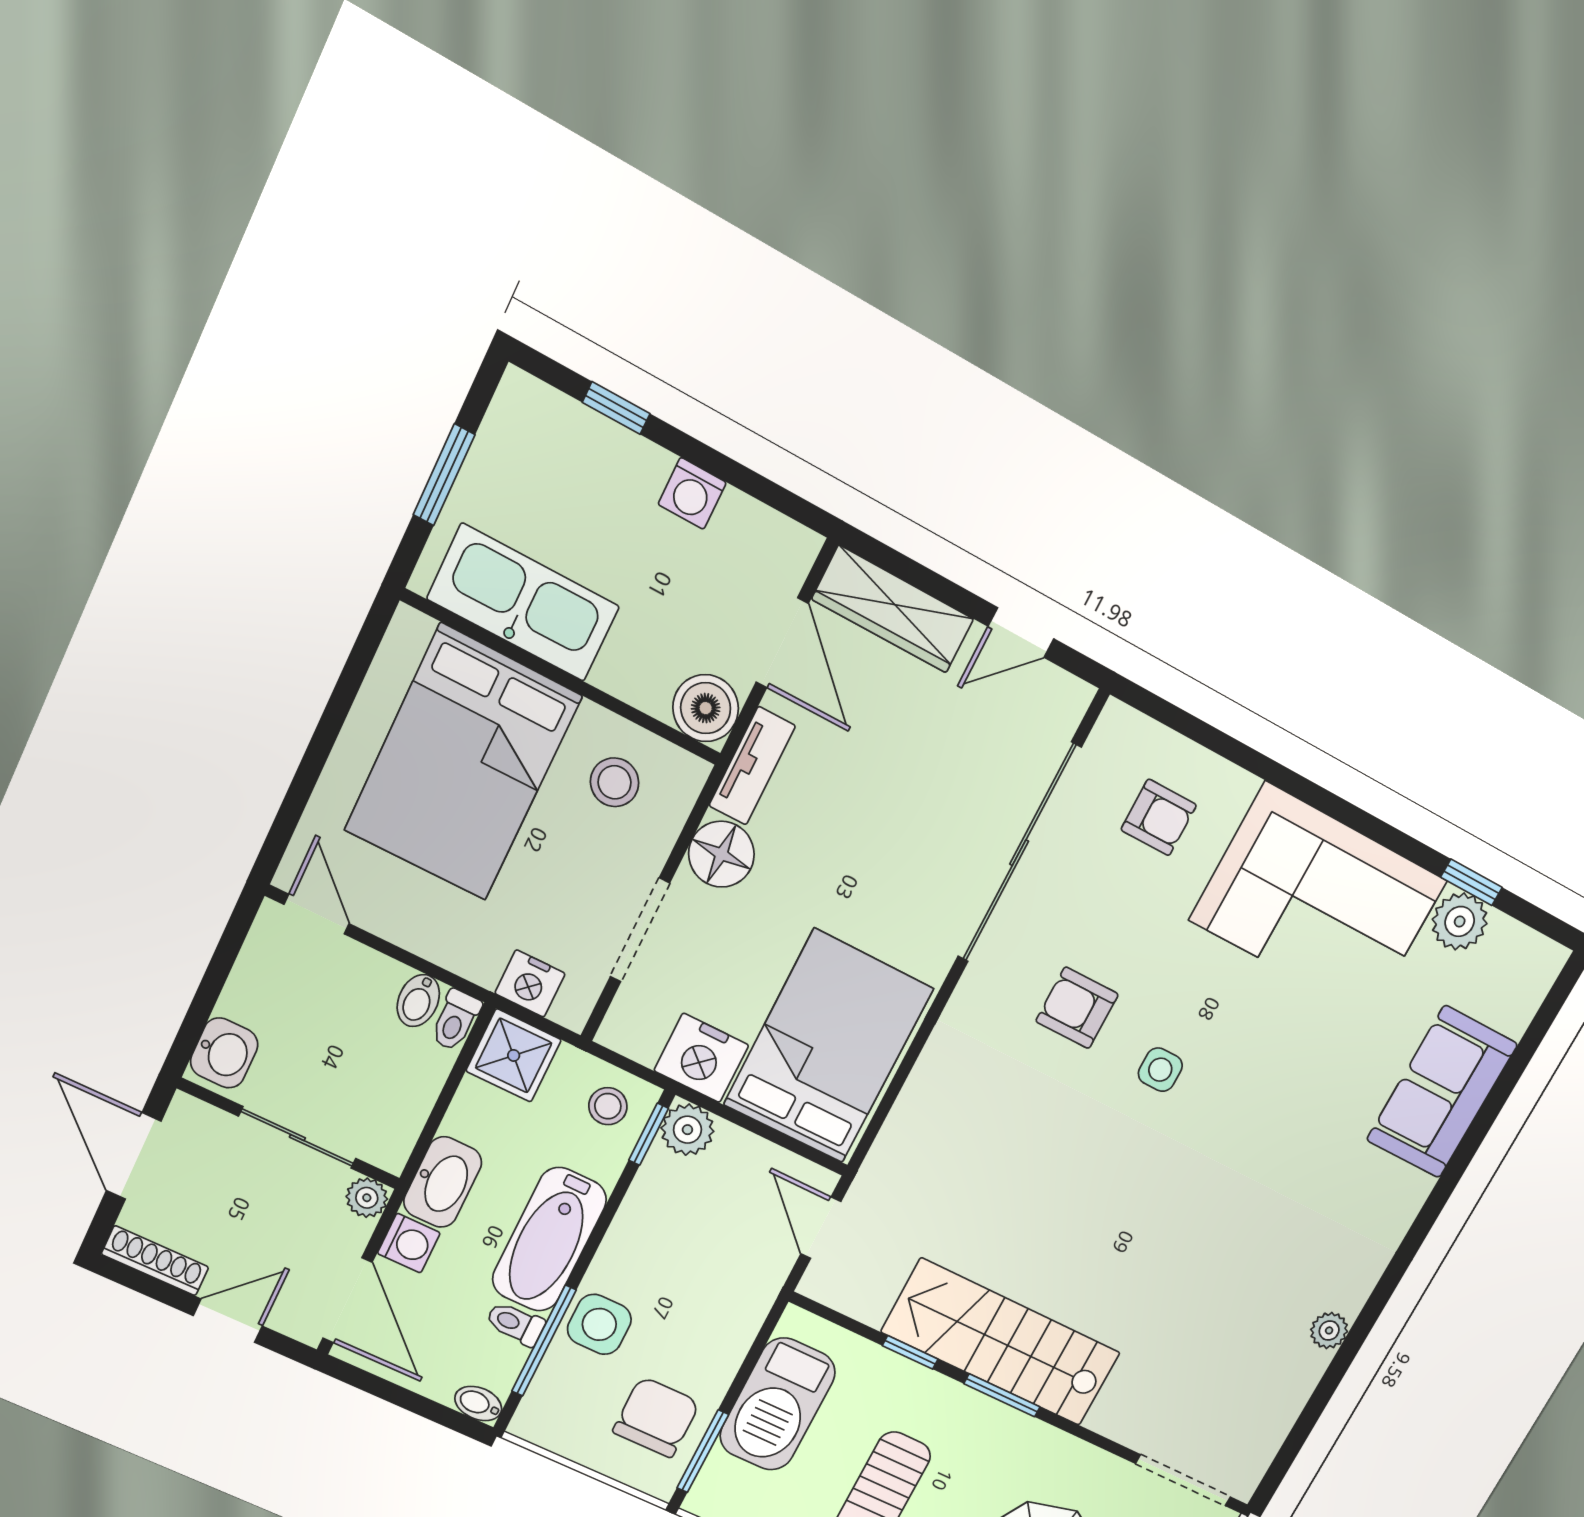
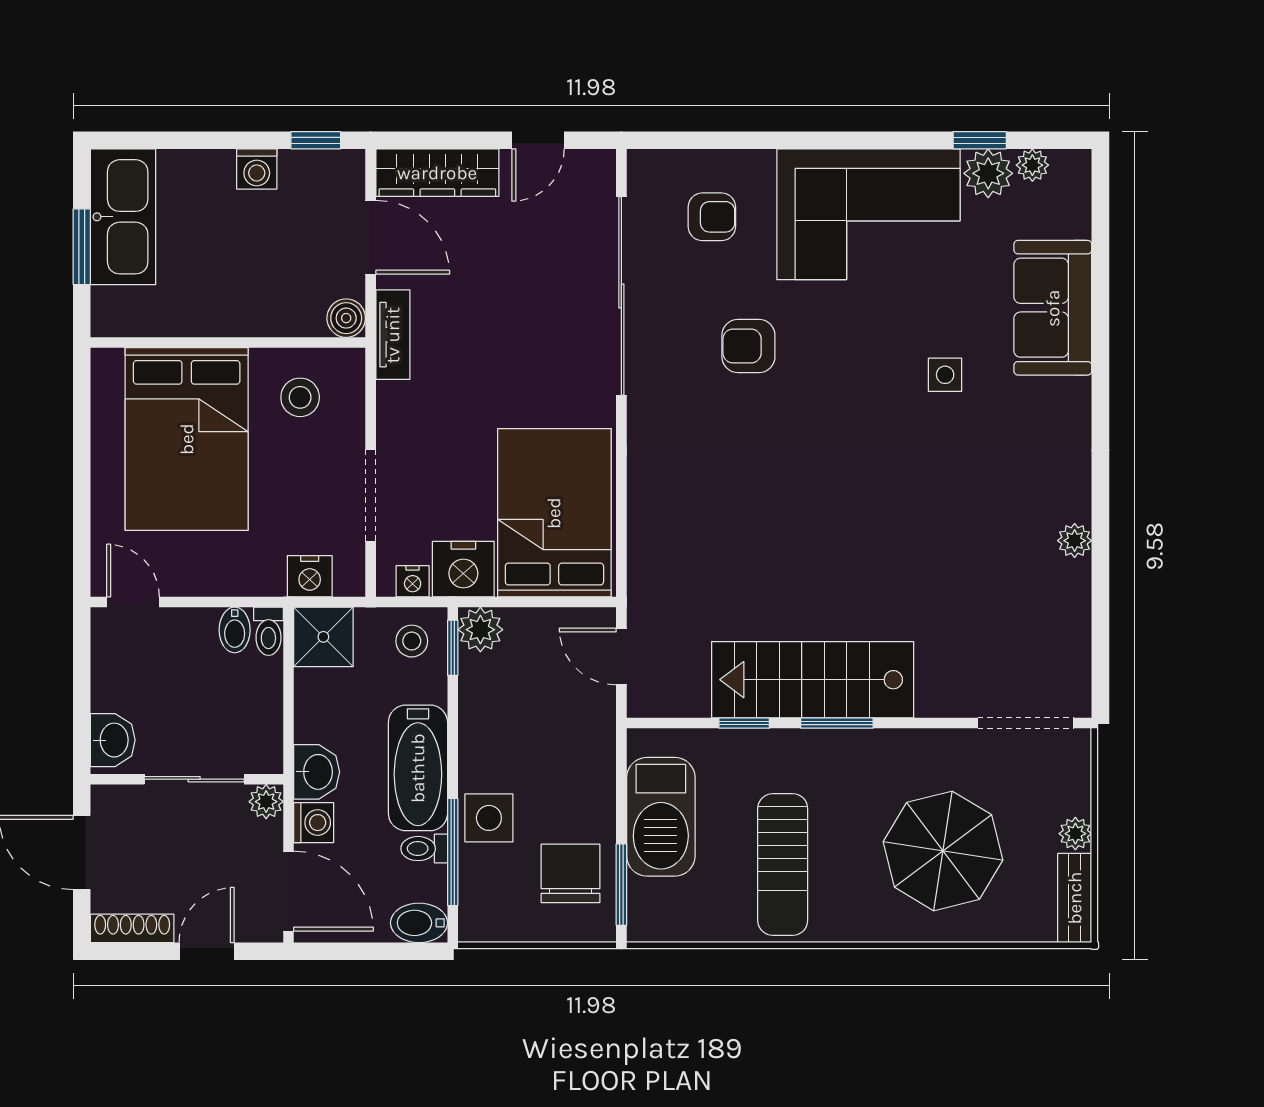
window: (616, 408) -> (316, 140), moved
kitchen sink: (523, 603) -> (123, 217), moved, turned 90
boiler: (706, 708) -> (346, 318), width x0.73, depth x0.73
floor lamp: (721, 854) -> (403, 410), removed
plant: (1507, 936) -> (1032, 165), added
armchair: (1077, 1008) -> (748, 346), moved
nightstand: (640, 1044) -> (413, 581), added
side table: (1160, 1070) -> (945, 375), moved
washbasin: (443, 1182) -> (317, 772), width x0.72
bidet: (478, 1403) -> (419, 923), width x1.38, depth x1.36

